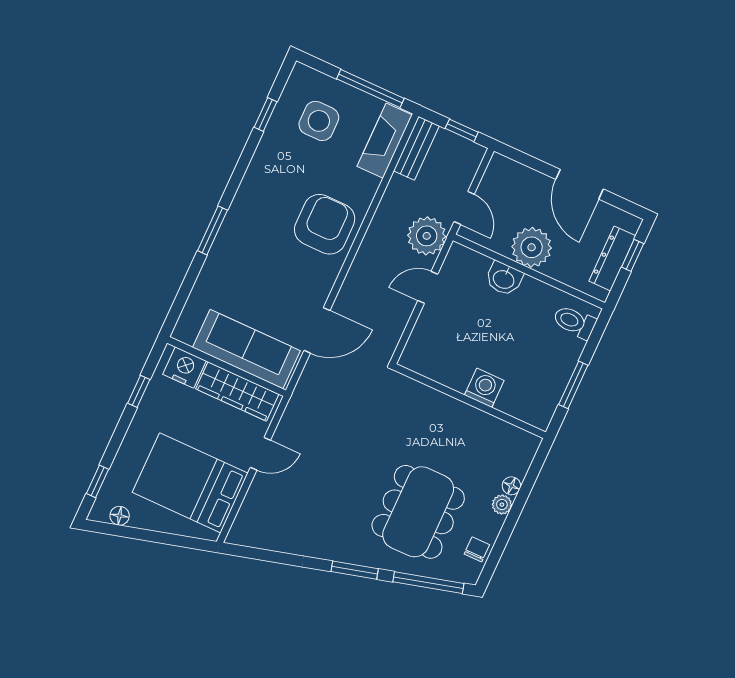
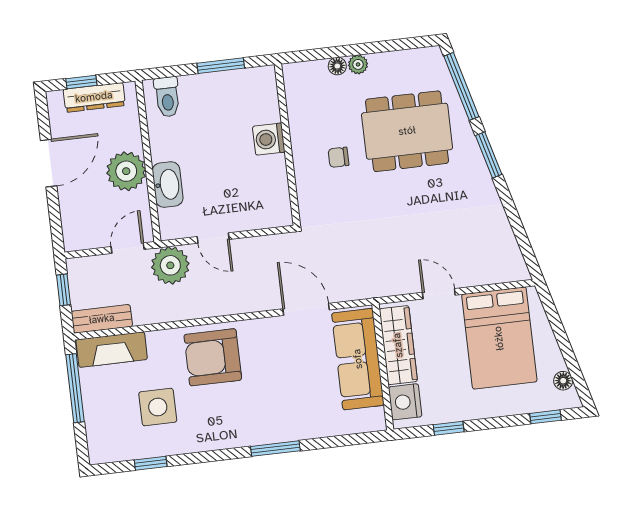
side table: (319, 121) -> (158, 407), moved
washbasin: (504, 279) -> (168, 185), width x1.38
chair: (477, 549) -> (338, 157), moved

